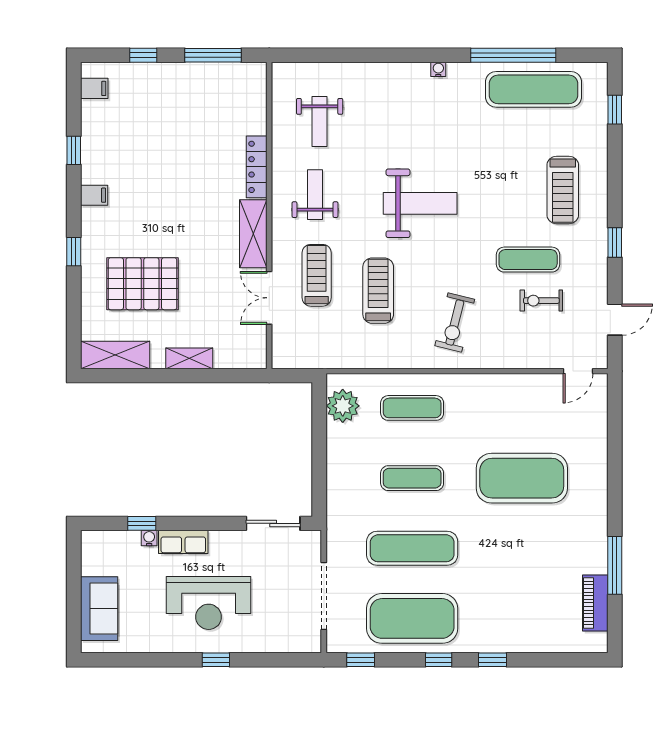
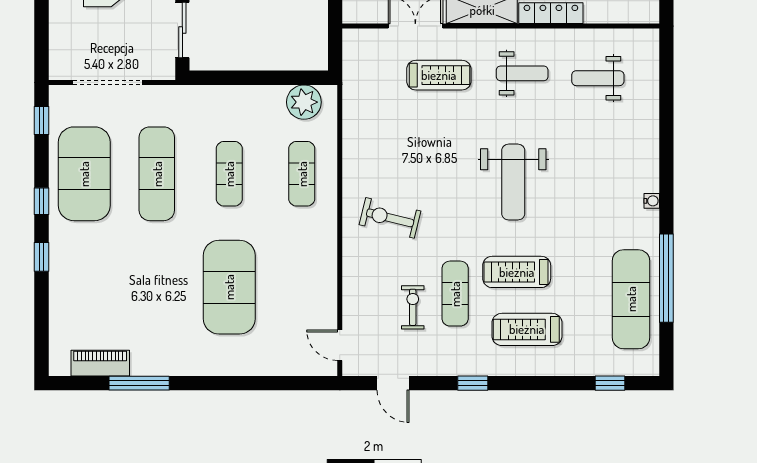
treadmill: (378, 291) -> (517, 272), moved, turned 180

